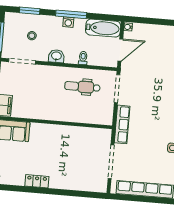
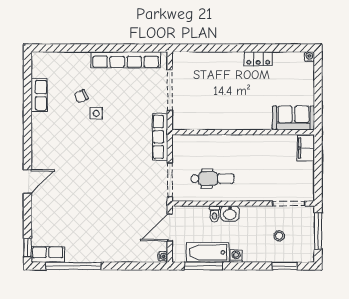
window: (71, 14) -> (203, 266), moved
bathtub: (103, 28) -> (208, 252), moved
washbasin: (56, 56) -> (230, 213), moved

